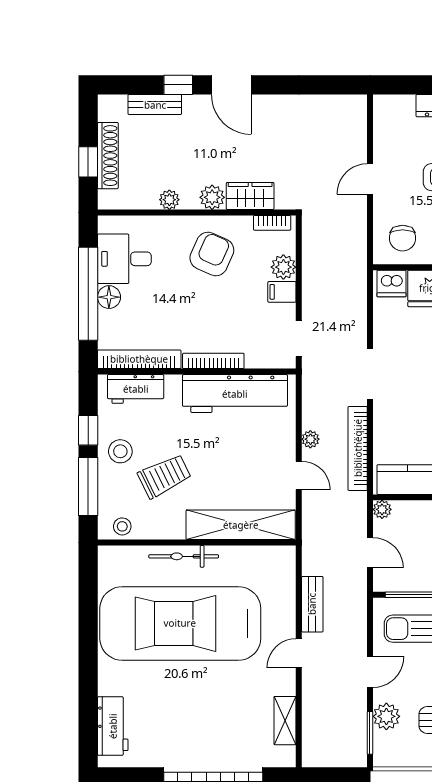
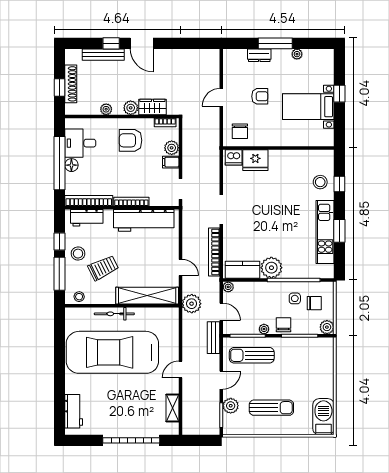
bench: (155, 105) -> (103, 55), width x1.36
armchair: (212, 254) -> (131, 140), turned -114
plant: (310, 439) -> (192, 304), moved, width x1.88, depth x1.88
bench: (312, 604) -> (213, 338), moved

